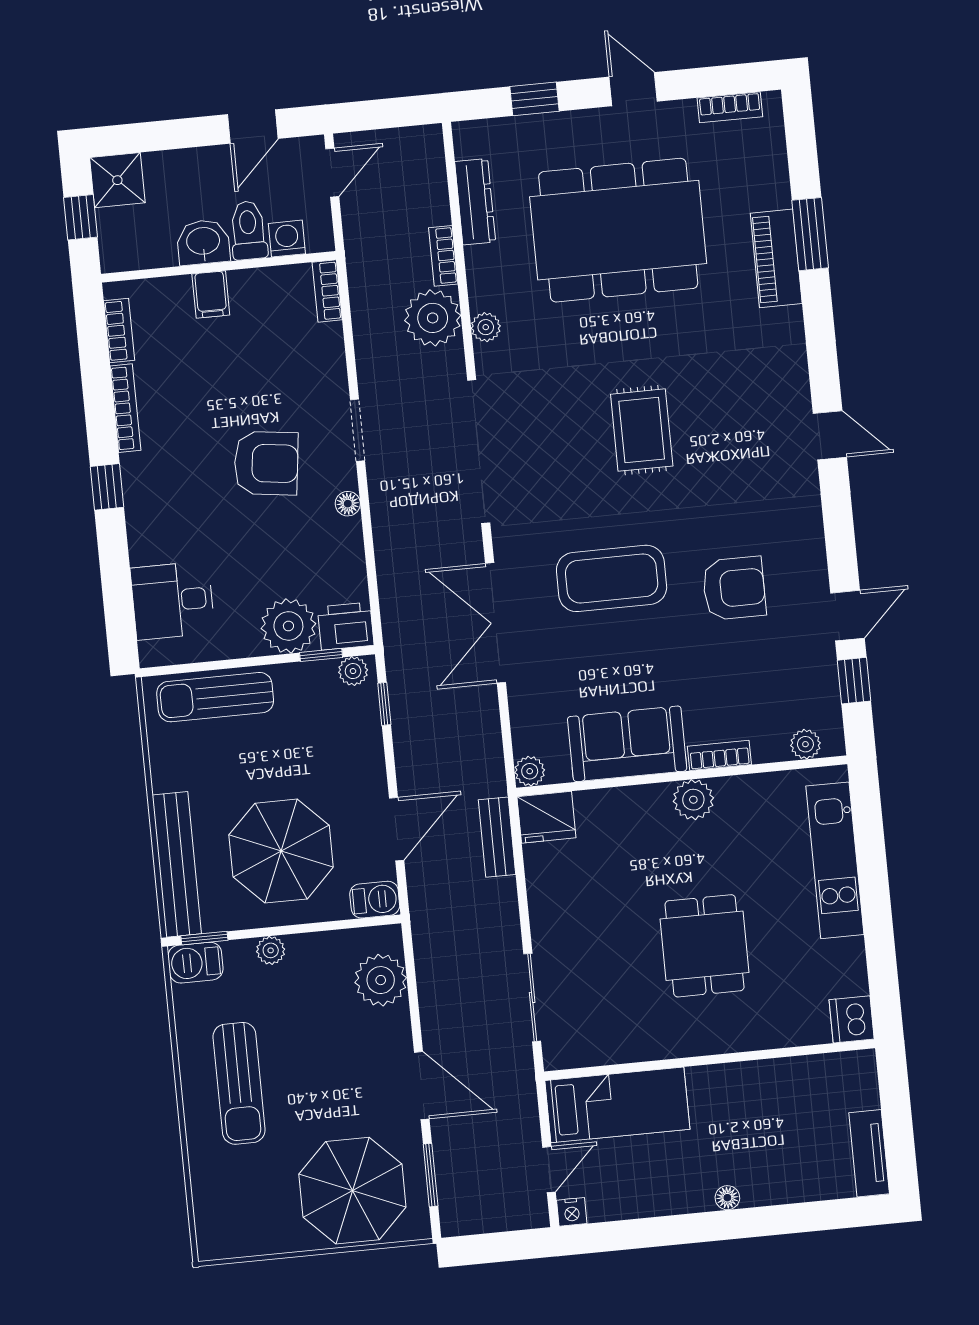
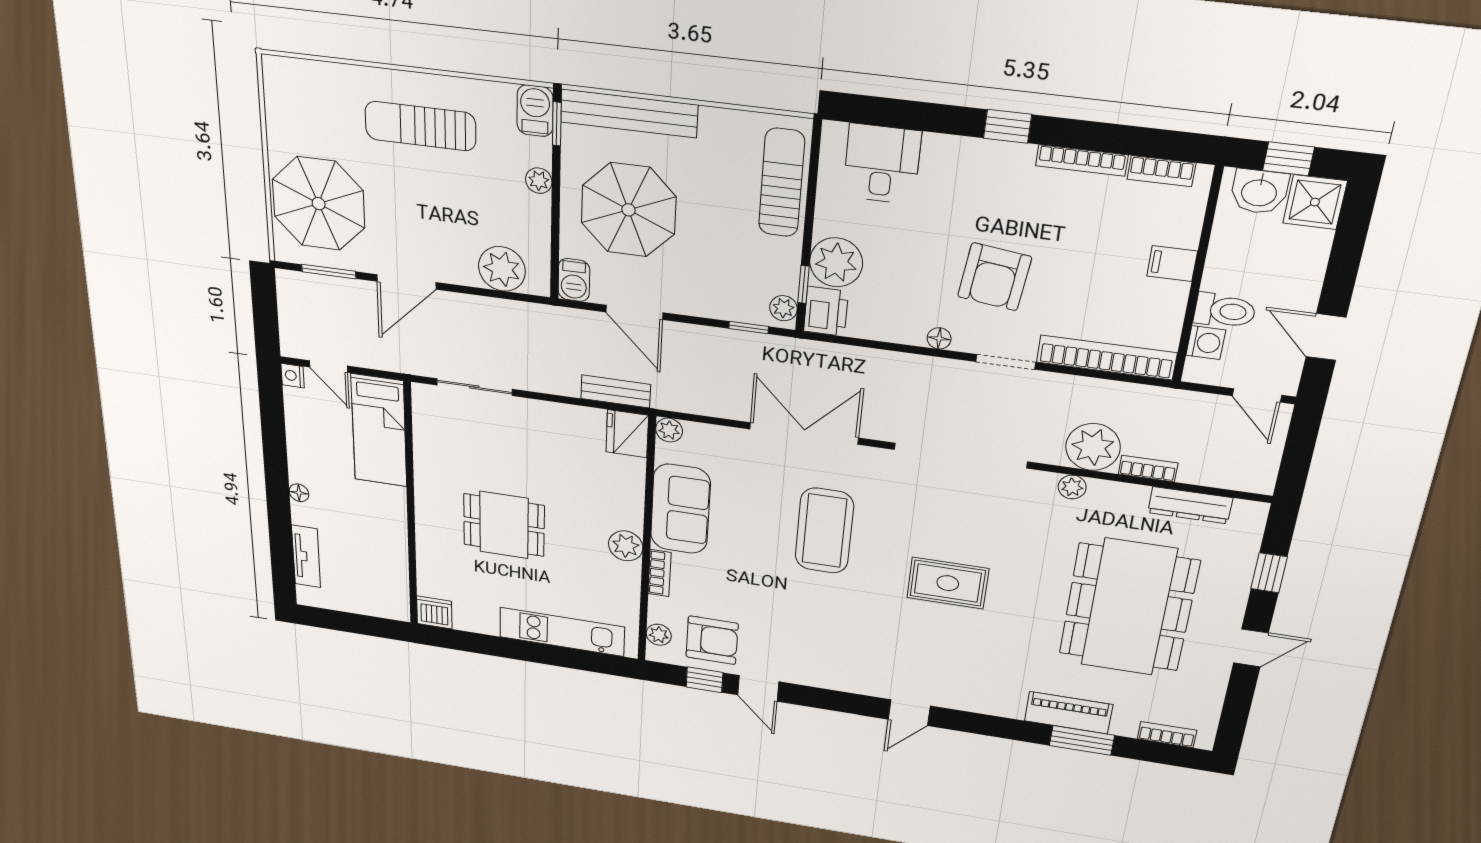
bookcase: (730, 107) -> (1167, 735), moved, turned 90
washbasin: (203, 242) -> (1259, 192), moved, turned 90
bookcase: (327, 291) -> (1106, 357), width x2.31, depth x1.31
armchair: (734, 588) -> (712, 640), moved, turned -90
tv unit: (869, 1153) -> (306, 556), moved, turned 90

